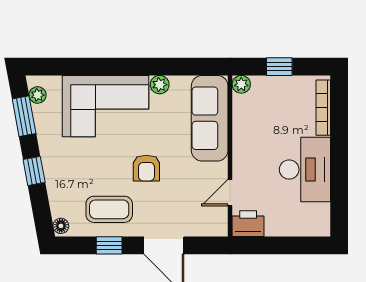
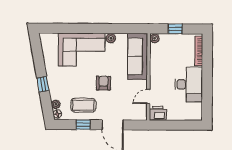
plant: (38, 95) -> (56, 104), moved
window: (24, 116) -> (38, 55), removed
armchair: (146, 168) -> (103, 83), turned 180

